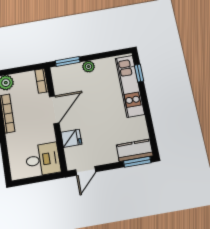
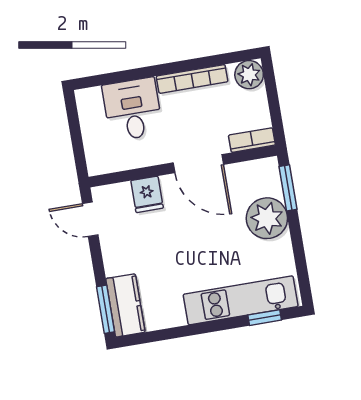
plant: (89, 67) -> (267, 218), width x1.88, depth x1.88
desk: (43, 159) -> (133, 109), moved, turned 180

